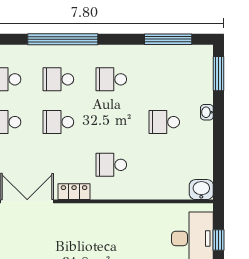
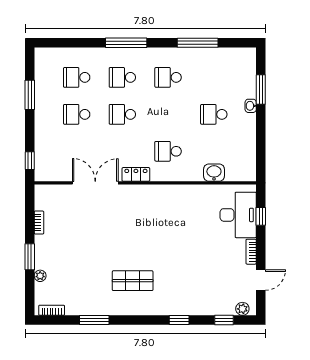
window: (63, 39) -> (126, 43), width x0.68
window: (168, 39) -> (198, 43), moved
window: (219, 74) -> (261, 89), moved
washbasin: (201, 190) -> (214, 173), moved

